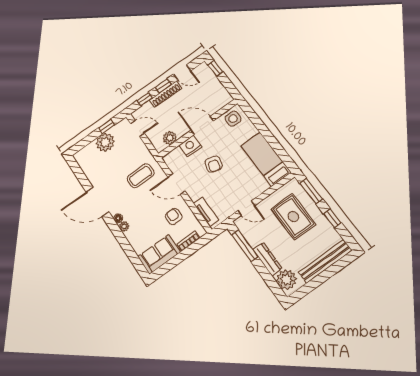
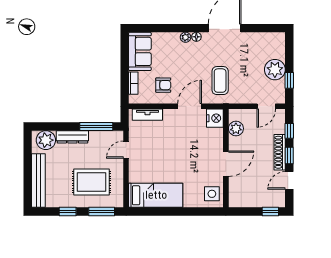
nightstand: (190, 146) -> (215, 118), moved
armchair: (214, 164) -> (184, 149), removed

